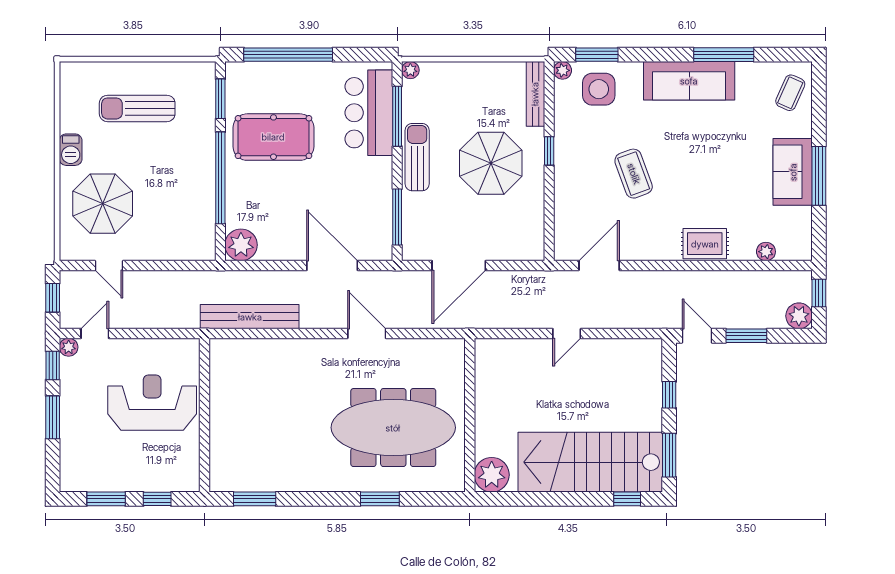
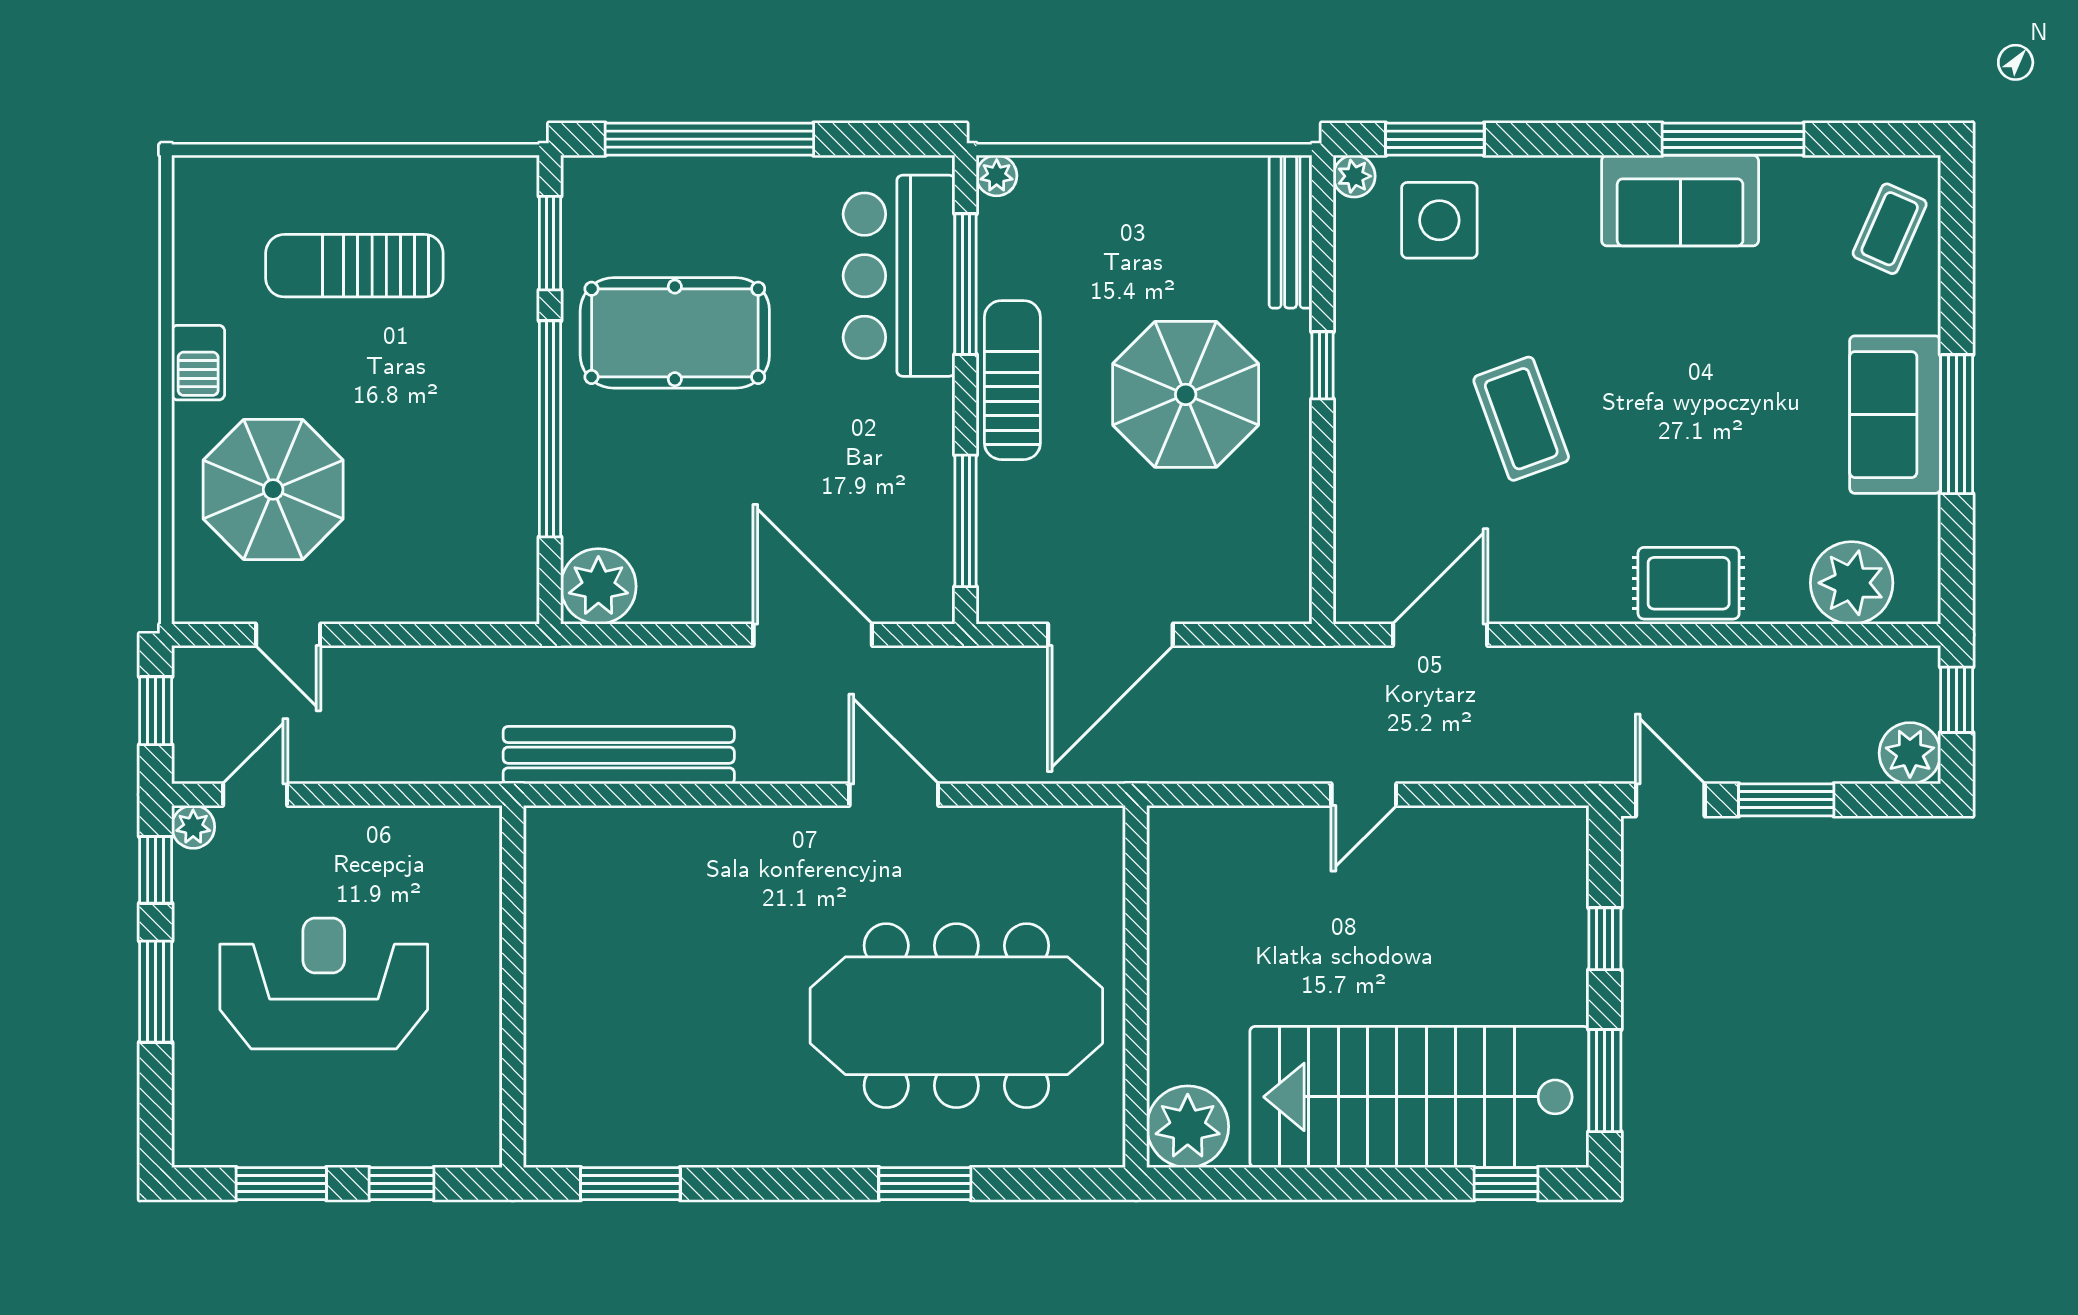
sofa: (689, 81) -> (1680, 201), width x0.73
plant: (766, 252) -> (1852, 583), width x1.87, depth x1.87
reception desk: (152, 403) -> (324, 983), moved

